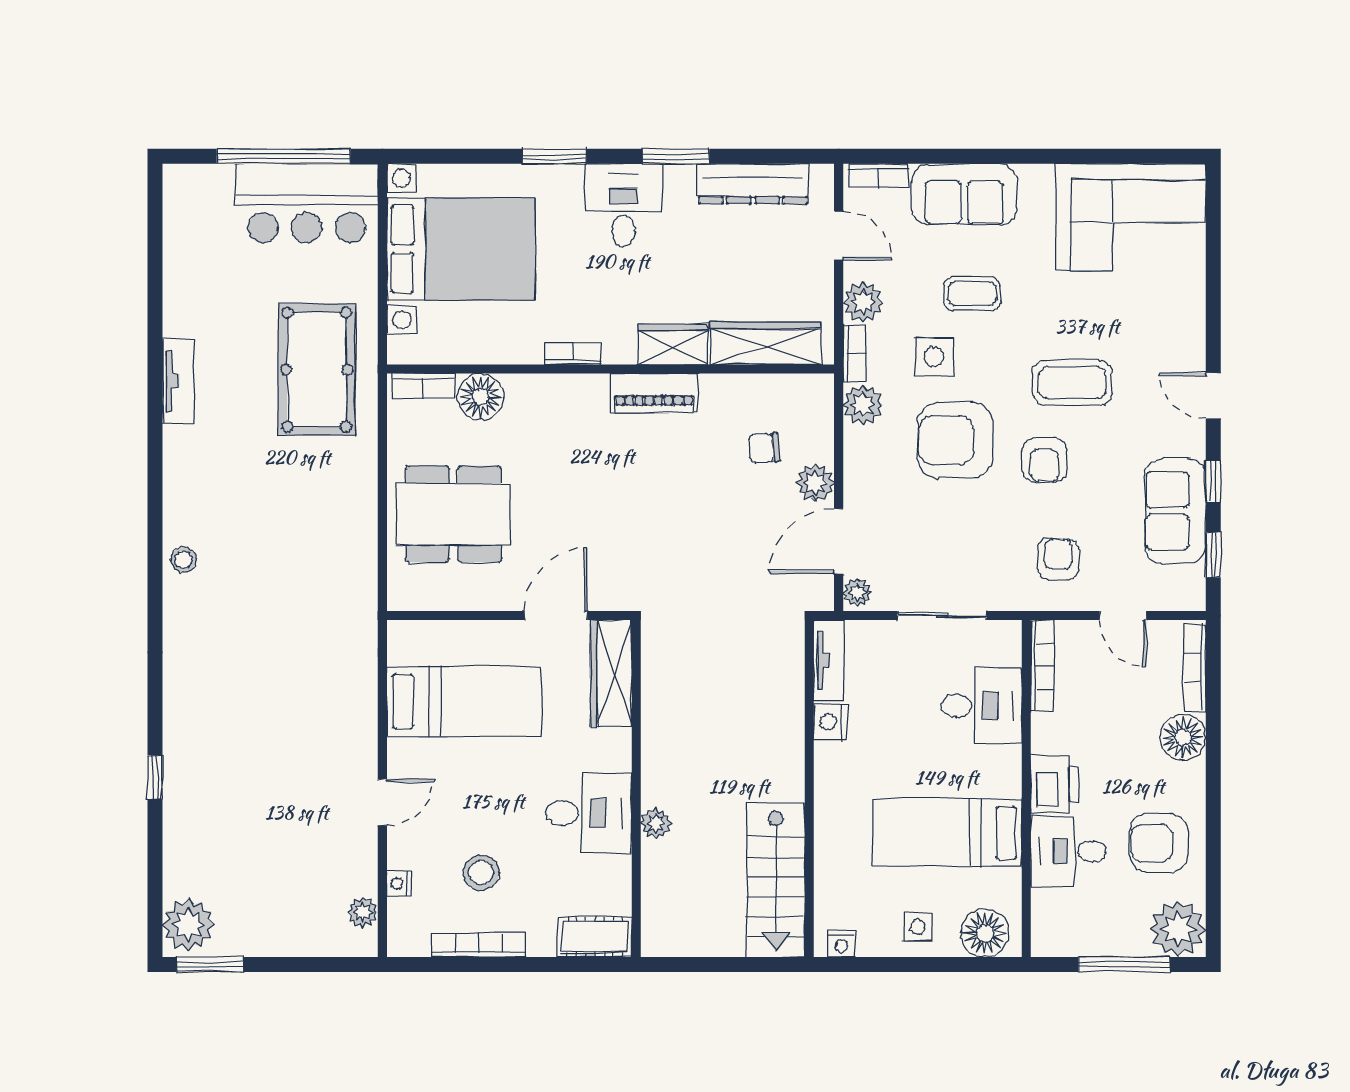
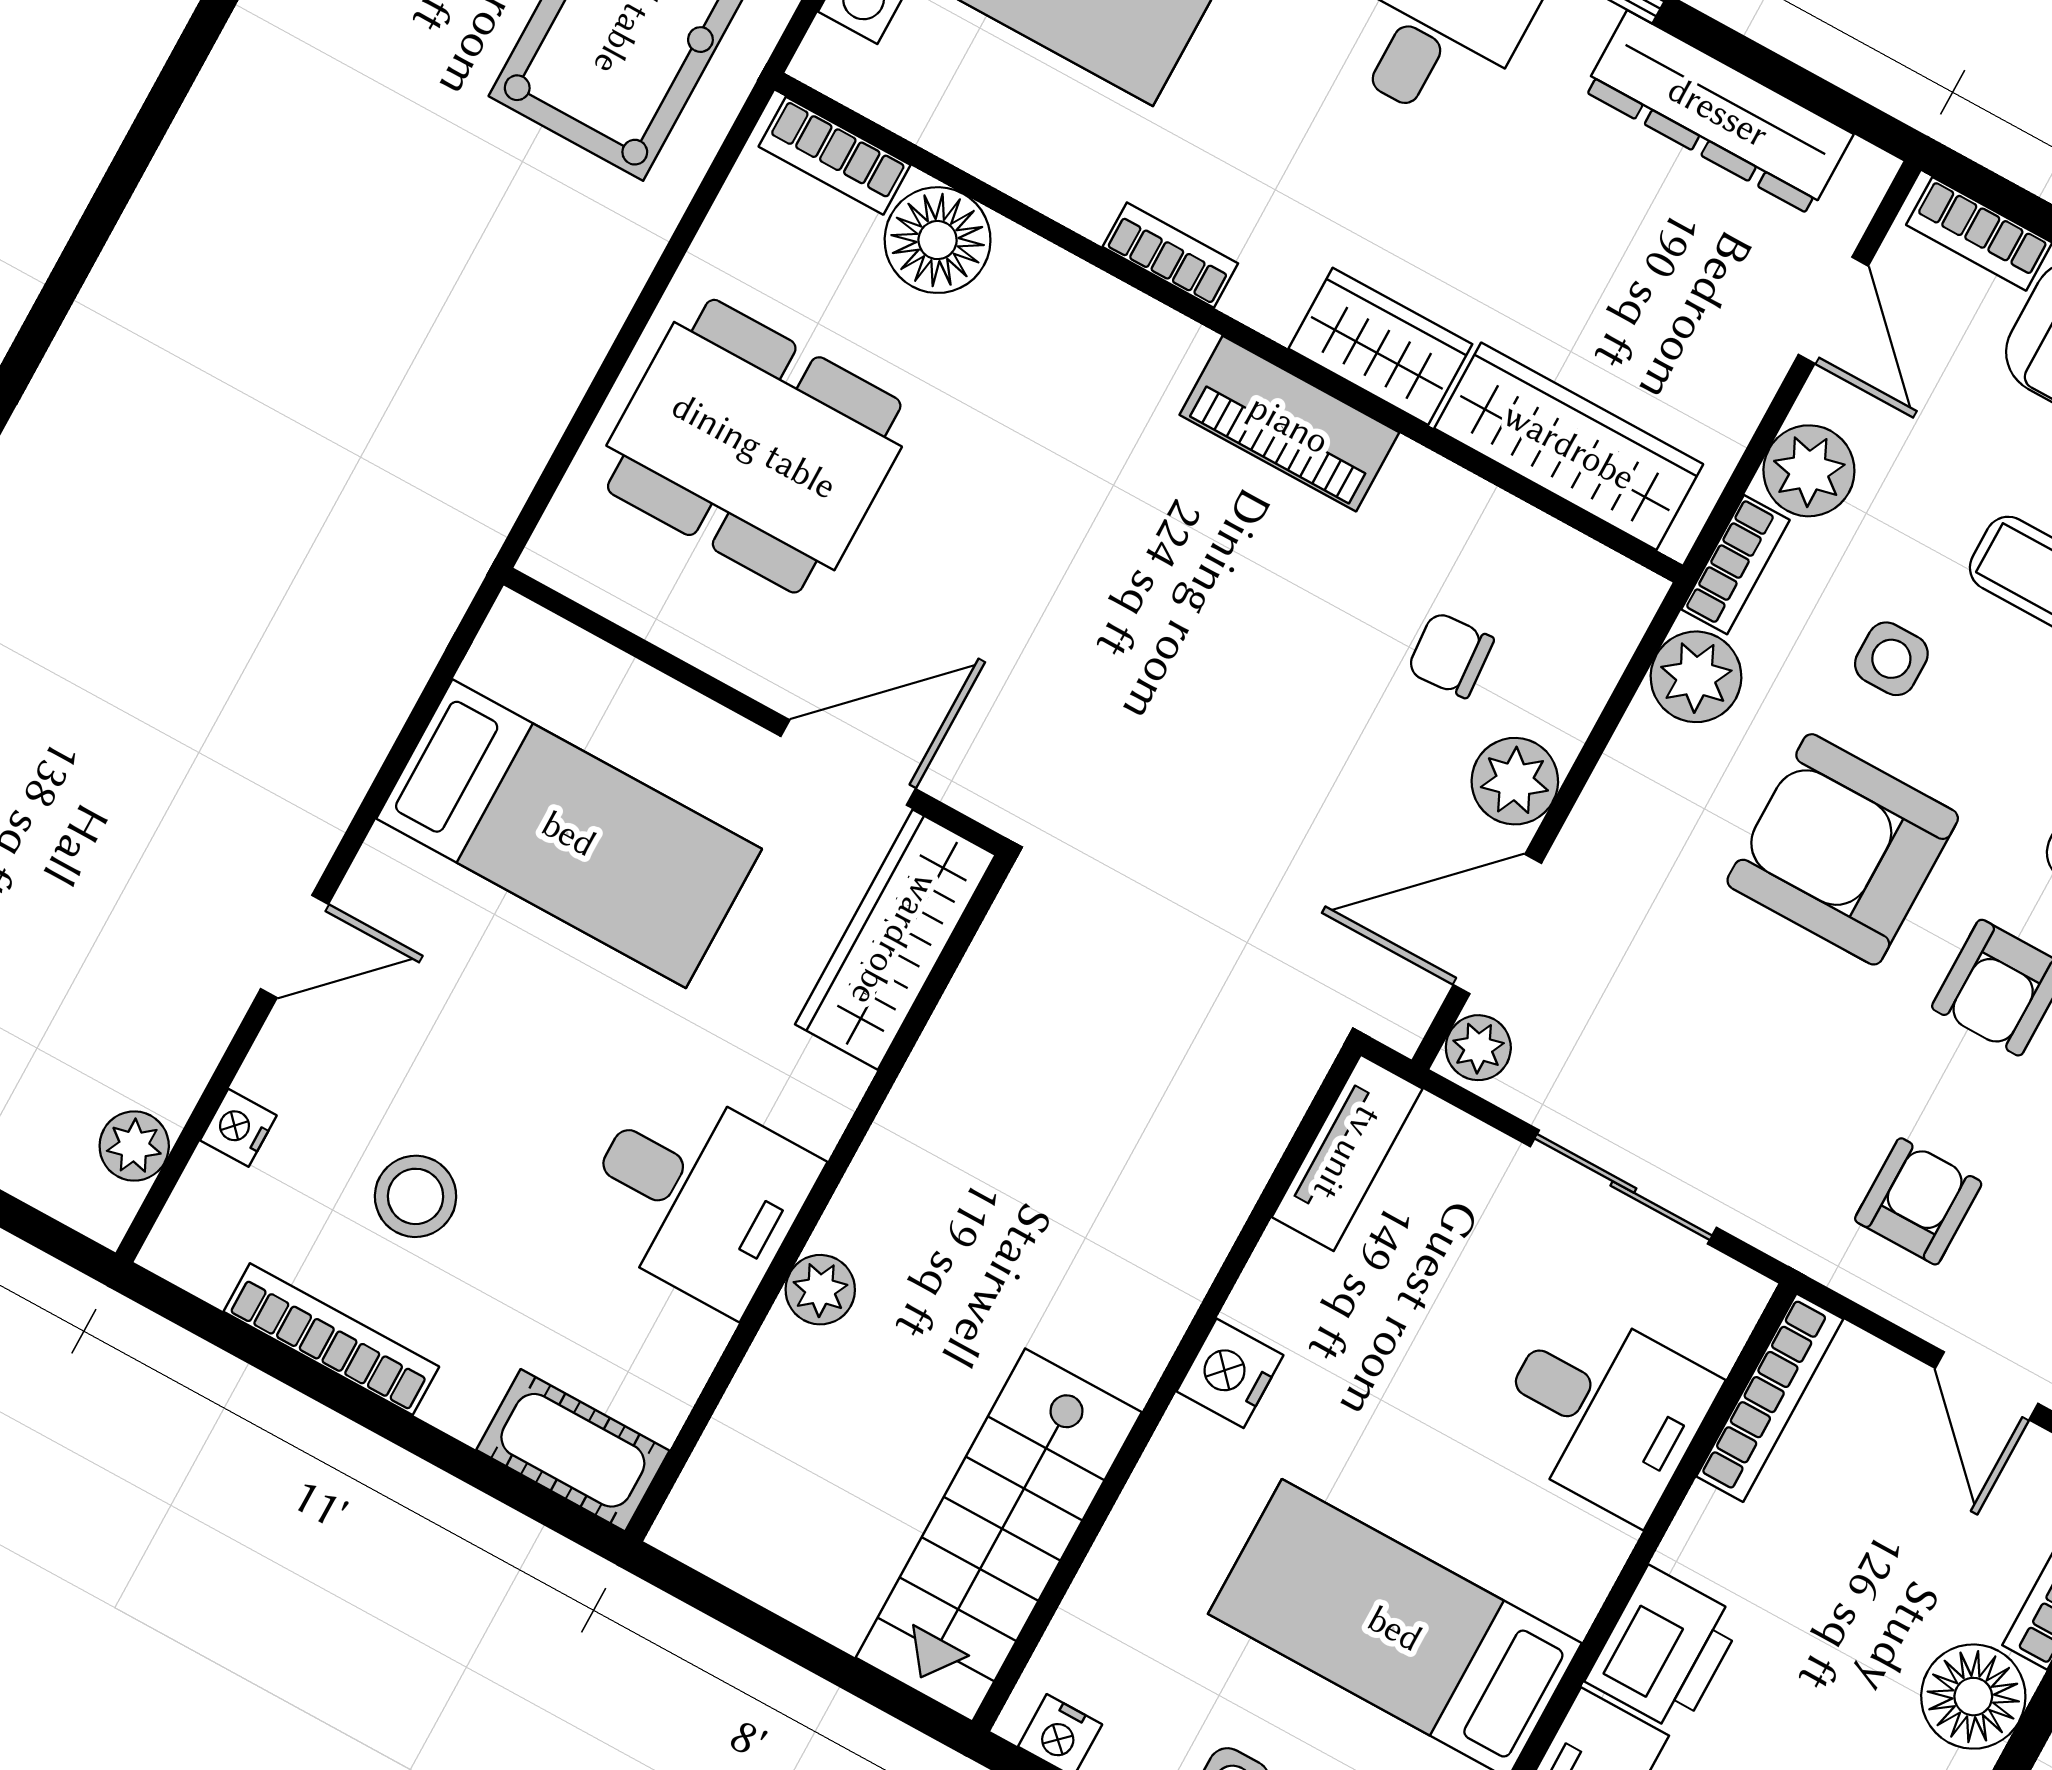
side table: (934, 357) -> (1891, 659), width x0.73, depth x0.73
stool: (184, 560) -> (162, 241), removed
nightstand: (830, 722) -> (1230, 1373), moved

